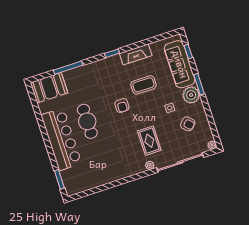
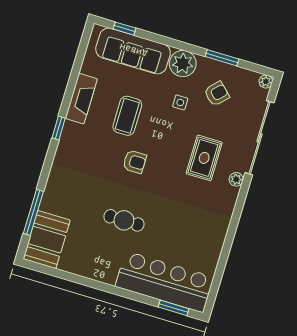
window: (68, 68) -> (33, 212), moved
window: (199, 84) -> (222, 58), moved
cafe table: (87, 121) -> (124, 220), width x0.73, depth x0.74
bar counter: (61, 139) -> (164, 282), moved
rug: (149, 141) -> (204, 158), turned 90

